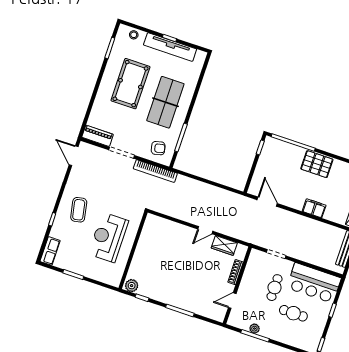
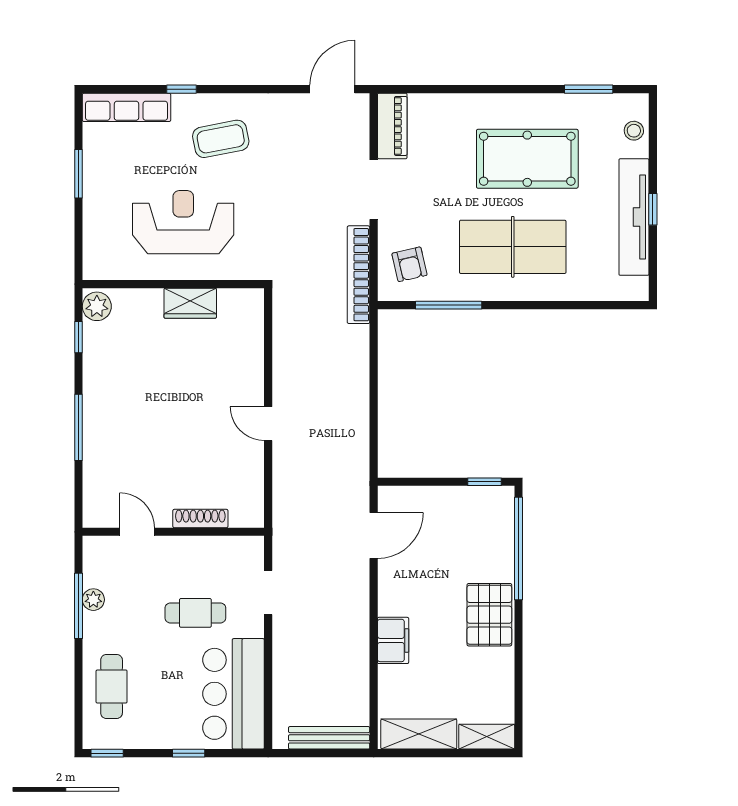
wardrobe: (224, 245) -> (190, 303), moved, turned -90
row of seats: (50, 251) -> (126, 107), width x1.48
cafe table: (293, 313) -> (112, 686), moved

